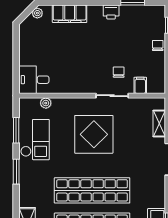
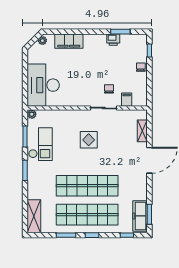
printer: (111, 12) -> (113, 40), moved
desk: (34, 80) -> (43, 85), width x1.87, depth x1.30
plant: (46, 103) -> (32, 114), moved
display table: (94, 134) -> (89, 140), width x0.54, depth x0.54

